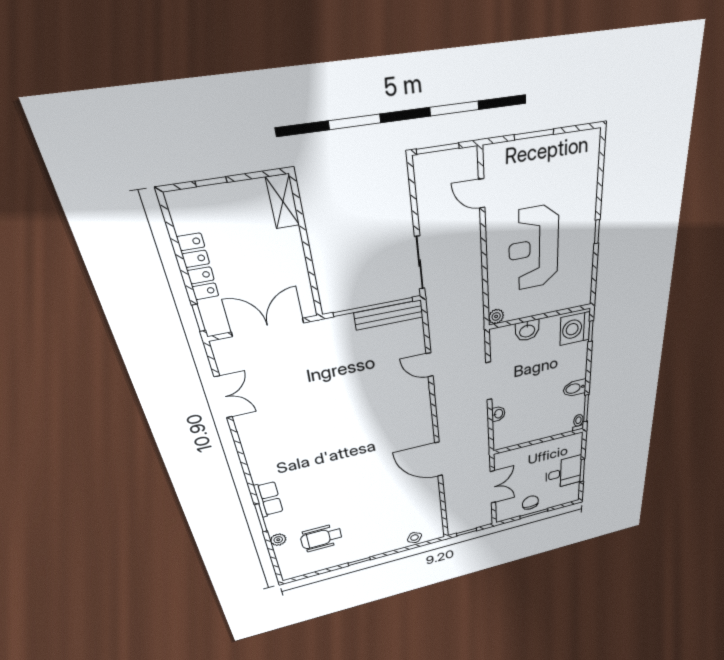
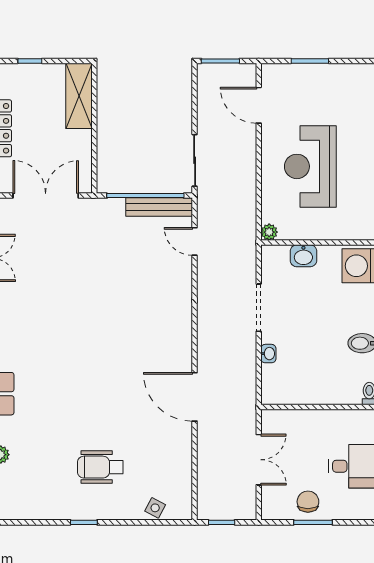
door: (482, 193) -> (259, 105), width x1.38
shelving: (283, 201) -> (79, 96), width x1.50, depth x1.33
door: (429, 365) -> (195, 241), moved
wheelchair: (321, 538) -> (100, 467), moved

